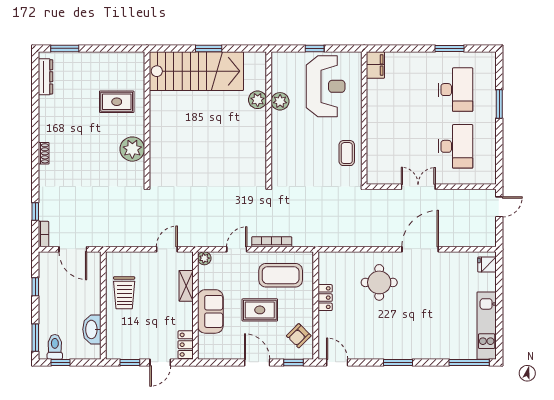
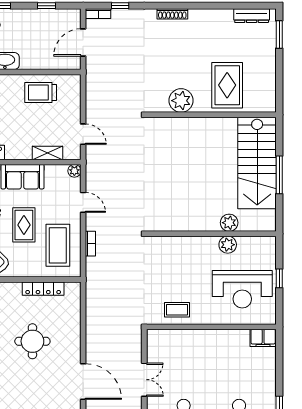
window: (209, 48) -> (279, 175), width x1.44
rug: (117, 102) -> (227, 85), width x1.36, depth x1.43
shoe rack: (44, 153) -> (172, 14), width x1.43
bookcase: (272, 242) -> (90, 244), width x0.64
round table: (379, 282) -> (32, 341), moved
locker: (325, 298) -> (43, 289), width x1.53

